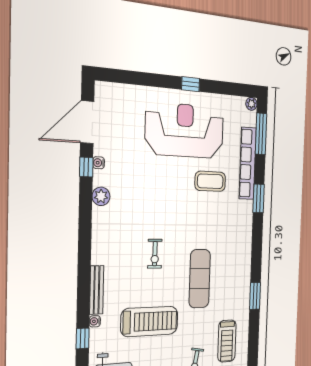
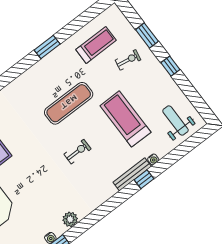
window: (83, 338) -> (144, 179), moved

